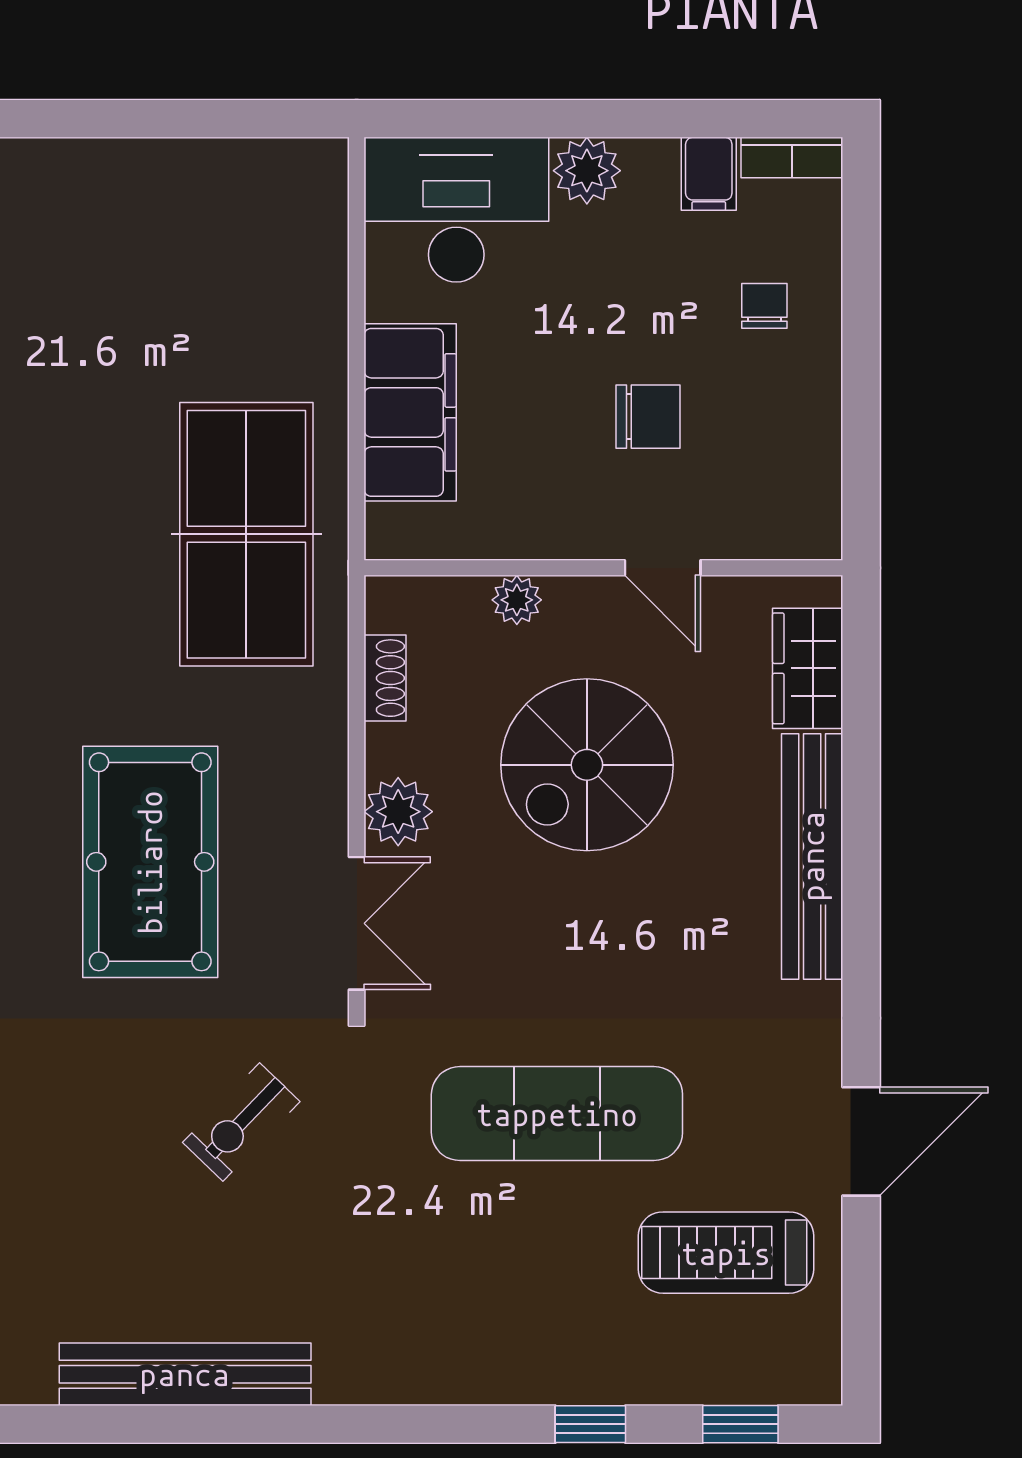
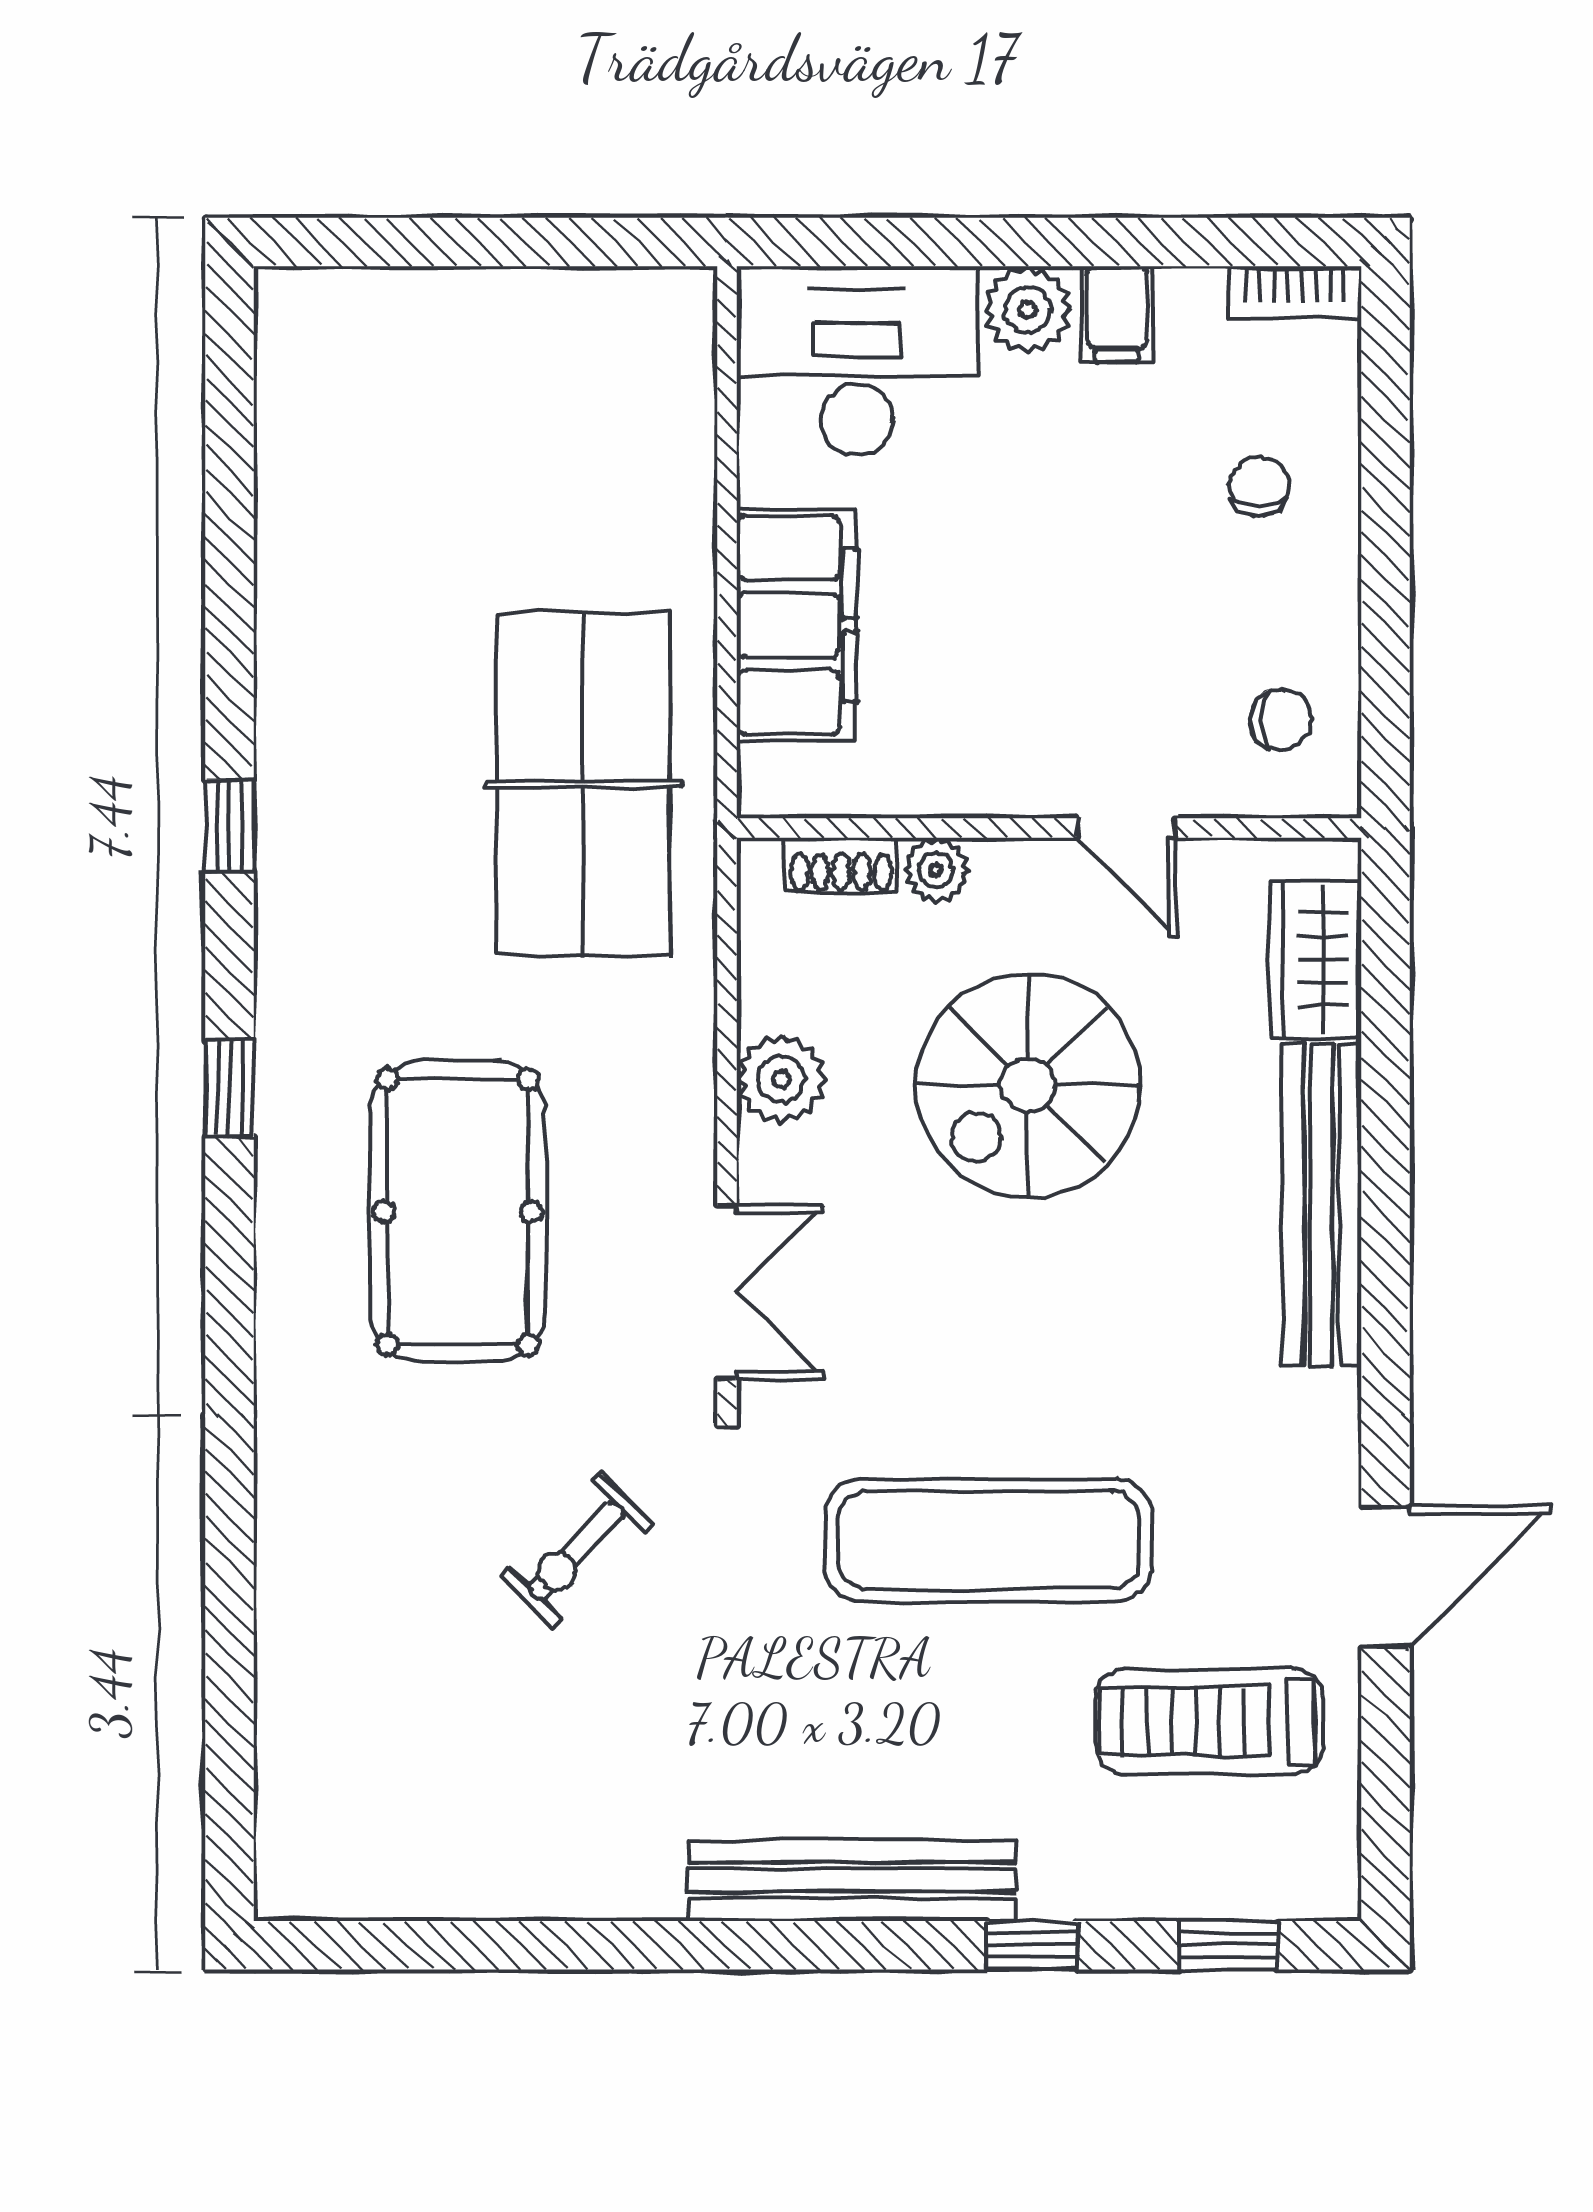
filing cabinet: (709, 174) -> (1117, 314), moved
chair: (648, 417) -> (1281, 720), moved, width x0.73, depth x0.73
shoe rack: (385, 678) -> (841, 865), moved, turned 90
plant: (398, 812) -> (781, 1079), moved
bench: (185, 1374) -> (852, 1880), moved

